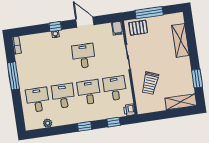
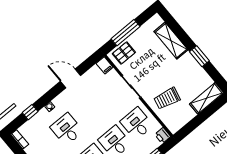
window: (55, 27) -> (30, 112), moved
desk: (84, 56) -> (67, 129), moved
window: (197, 79) -> (199, 56), moved
trolley: (150, 83) -> (167, 98), turned 82

